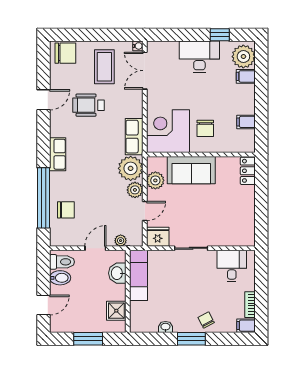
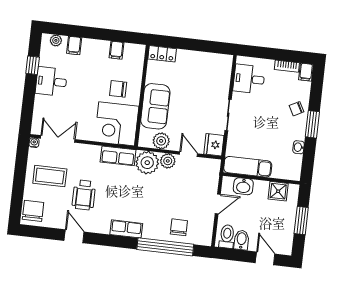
desk: (199, 57) -> (51, 81), width x0.73
plant: (243, 57) -> (56, 40), width x0.53, depth x0.53
double door: (145, 71) -> (58, 139), swing flipped
chair: (205, 128) -> (118, 89), turned 180
plant: (121, 241) -> (213, 180), removed
door: (95, 248) -> (218, 204), swing flipped

